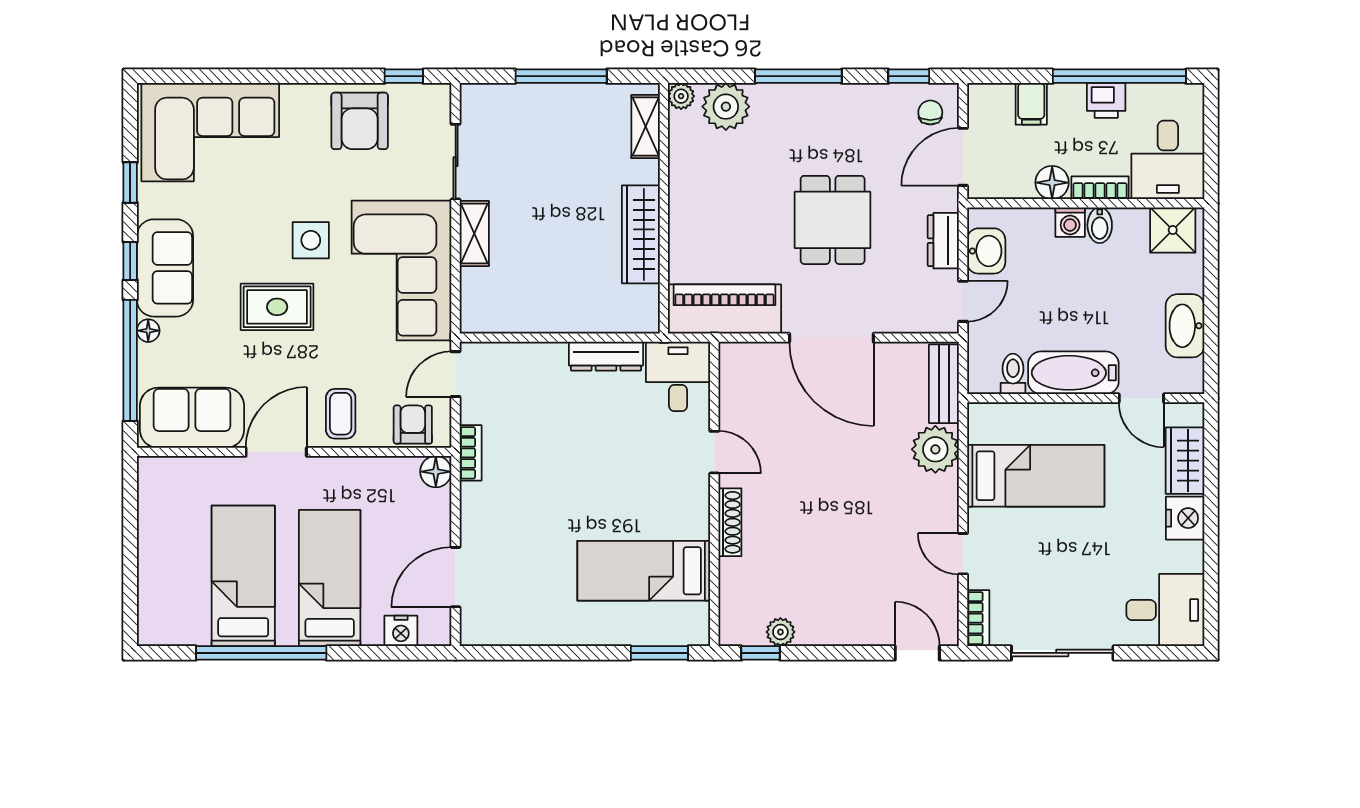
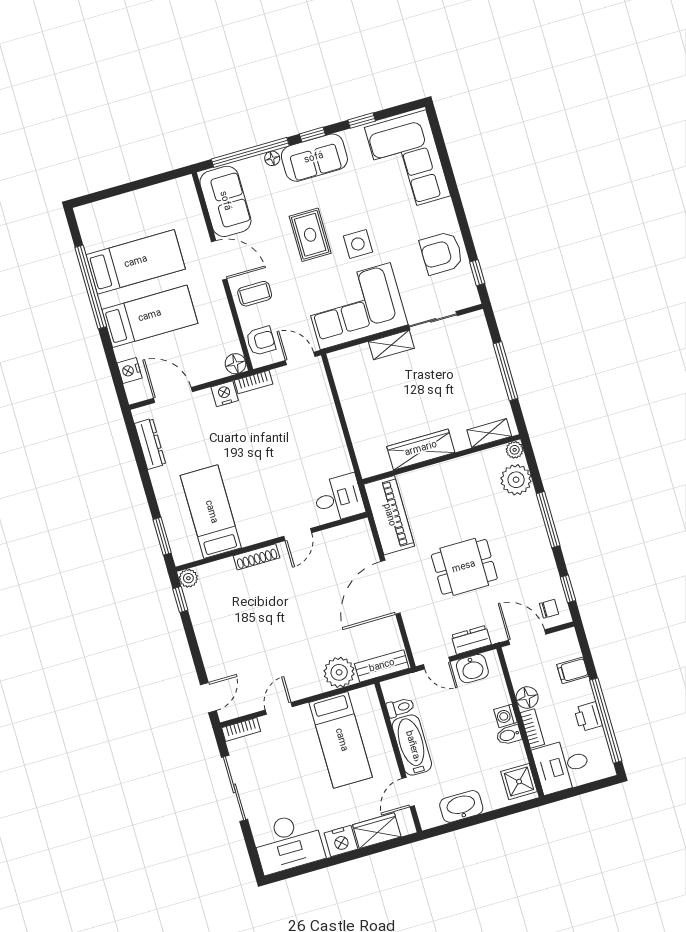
dresser: (606, 356) -> (150, 444), moved, turned 180
nightstand: (476, 501) -> (225, 394), added
desk: (1165, 610) -> (288, 843), width x1.37
plant: (780, 632) -> (188, 578), moved

